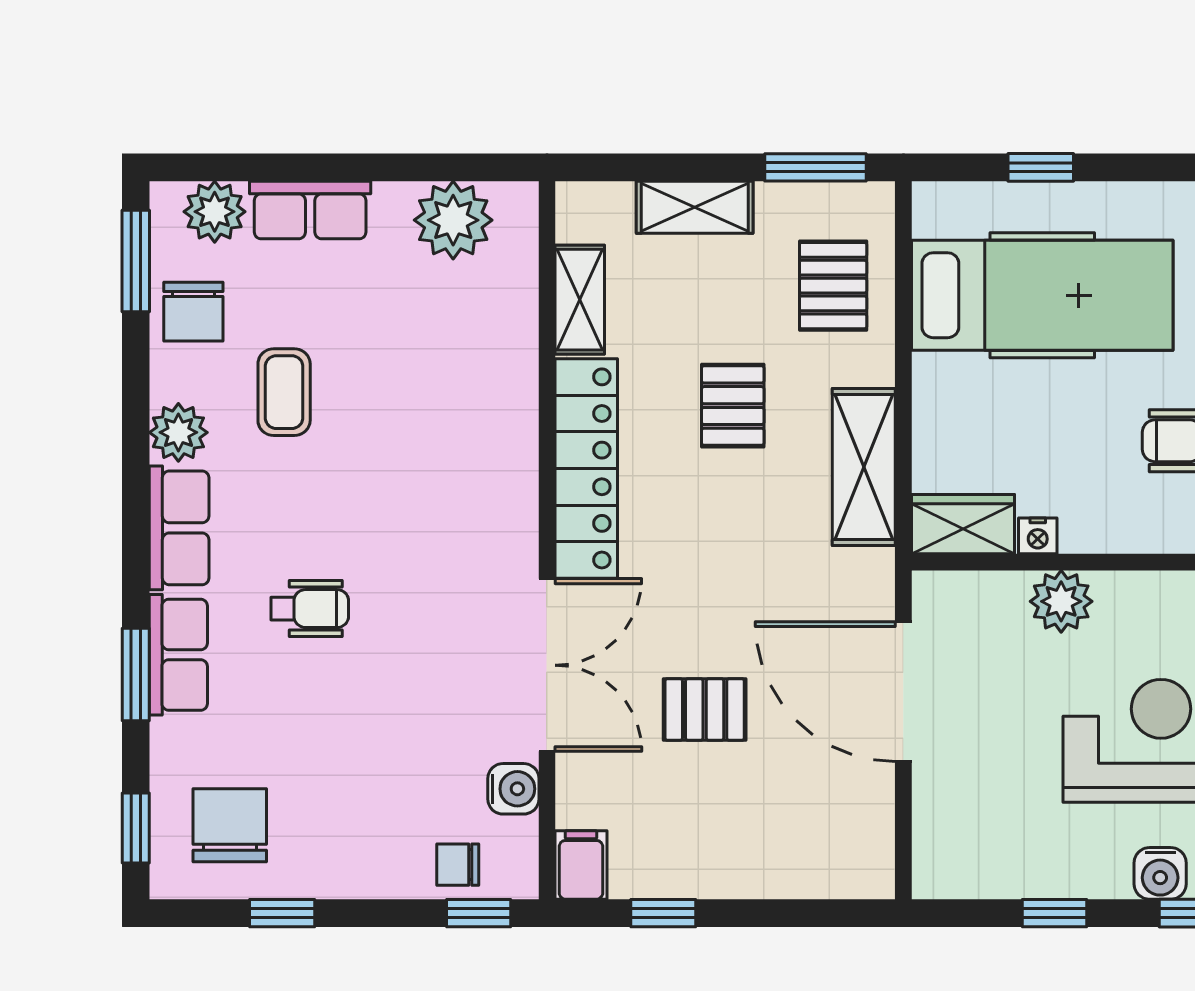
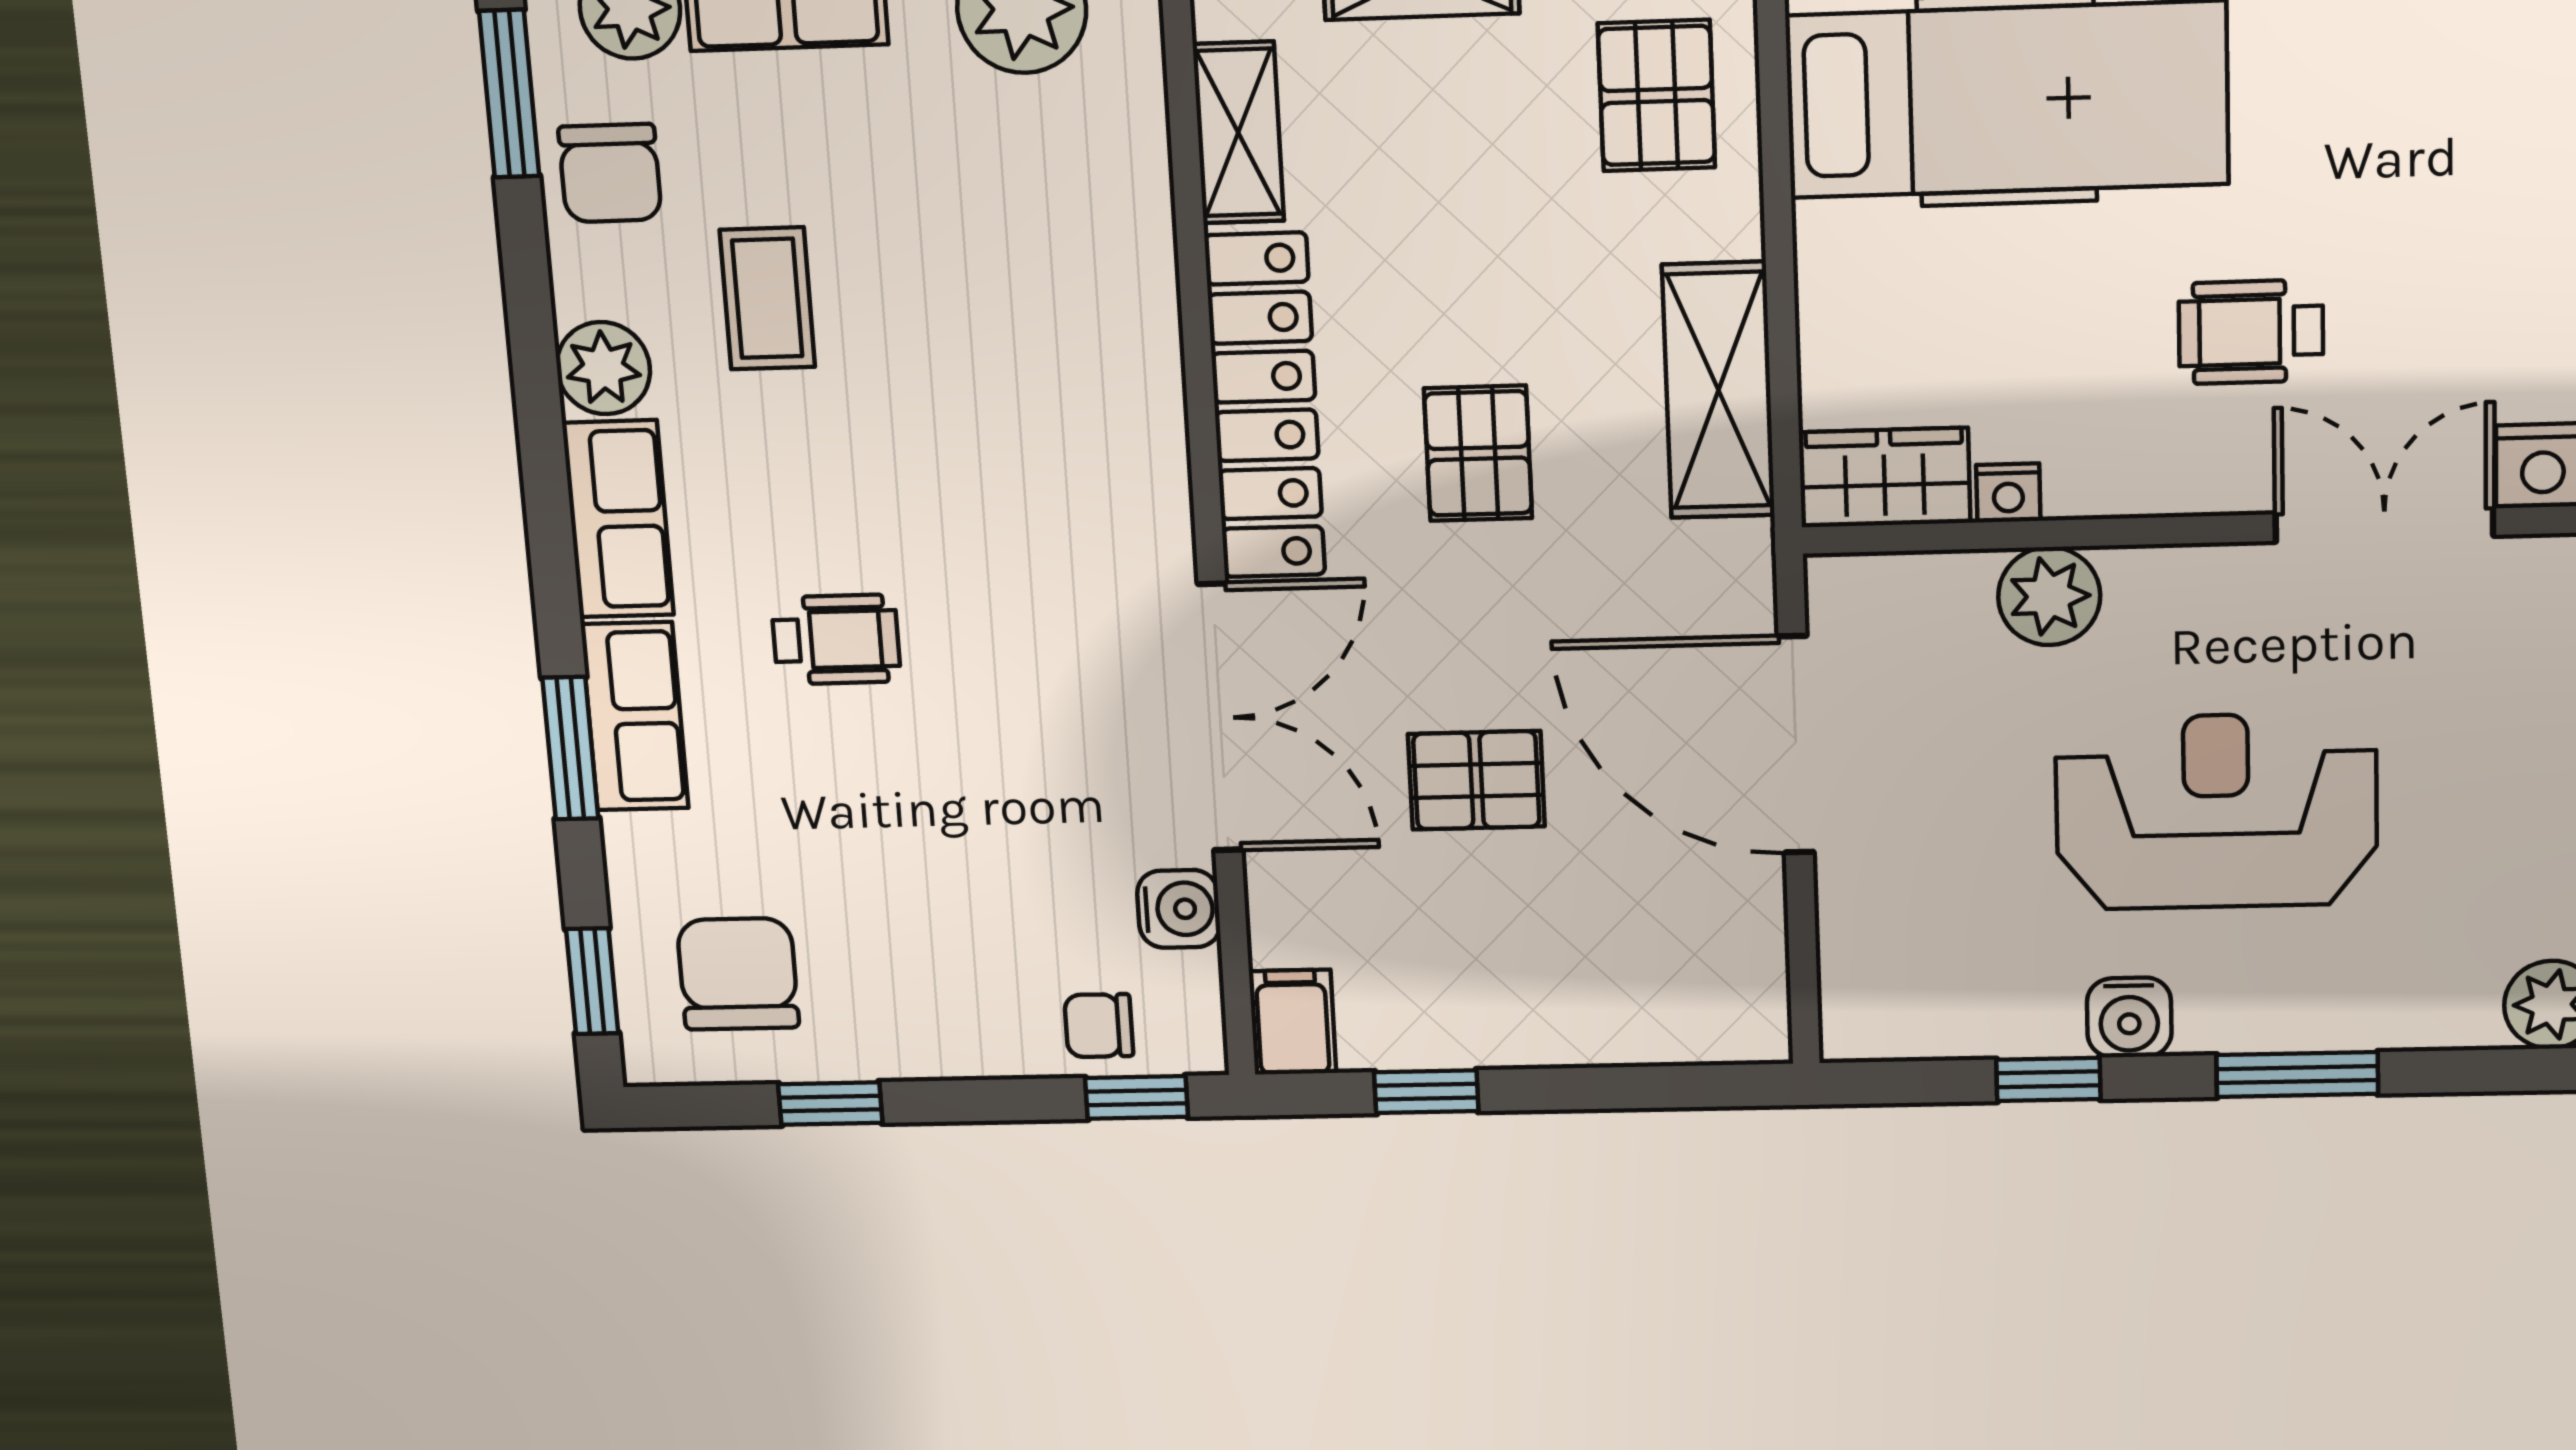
pallet: (733, 406) -> (1478, 453), moved
water cooler: (1160, 873) -> (2129, 1017), moved

